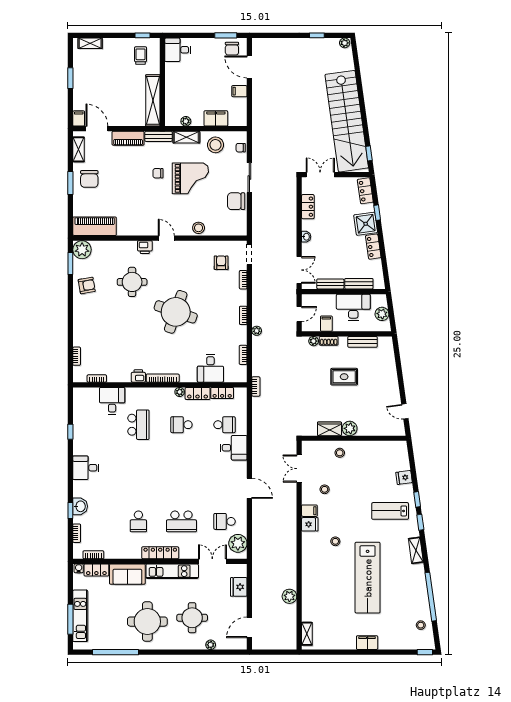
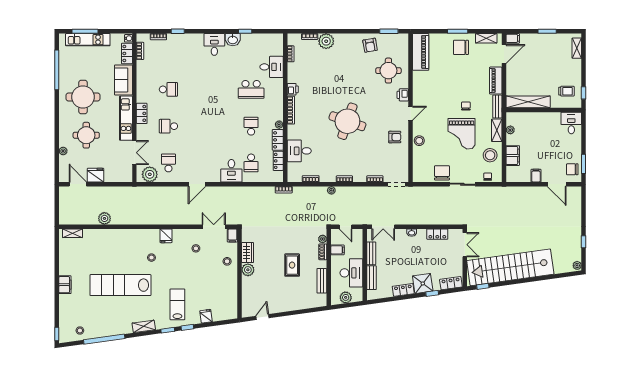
door: (249, 67) -> (557, 184), swing flipped
plant: (82, 250) -> (326, 41), moved
armchair: (221, 263) -> (395, 137), moved
round table: (132, 282) -> (388, 71), moved
washbasin: (80, 506) -> (233, 40), moved
filing cabinet: (309, 511) -> (232, 235), moved
school desk: (138, 521) -> (168, 89), turned 180
school desk: (181, 521) -> (168, 126), width x0.54
locker: (160, 553) -> (142, 113), width x0.66
fridge: (239, 587) -> (96, 175), moved

